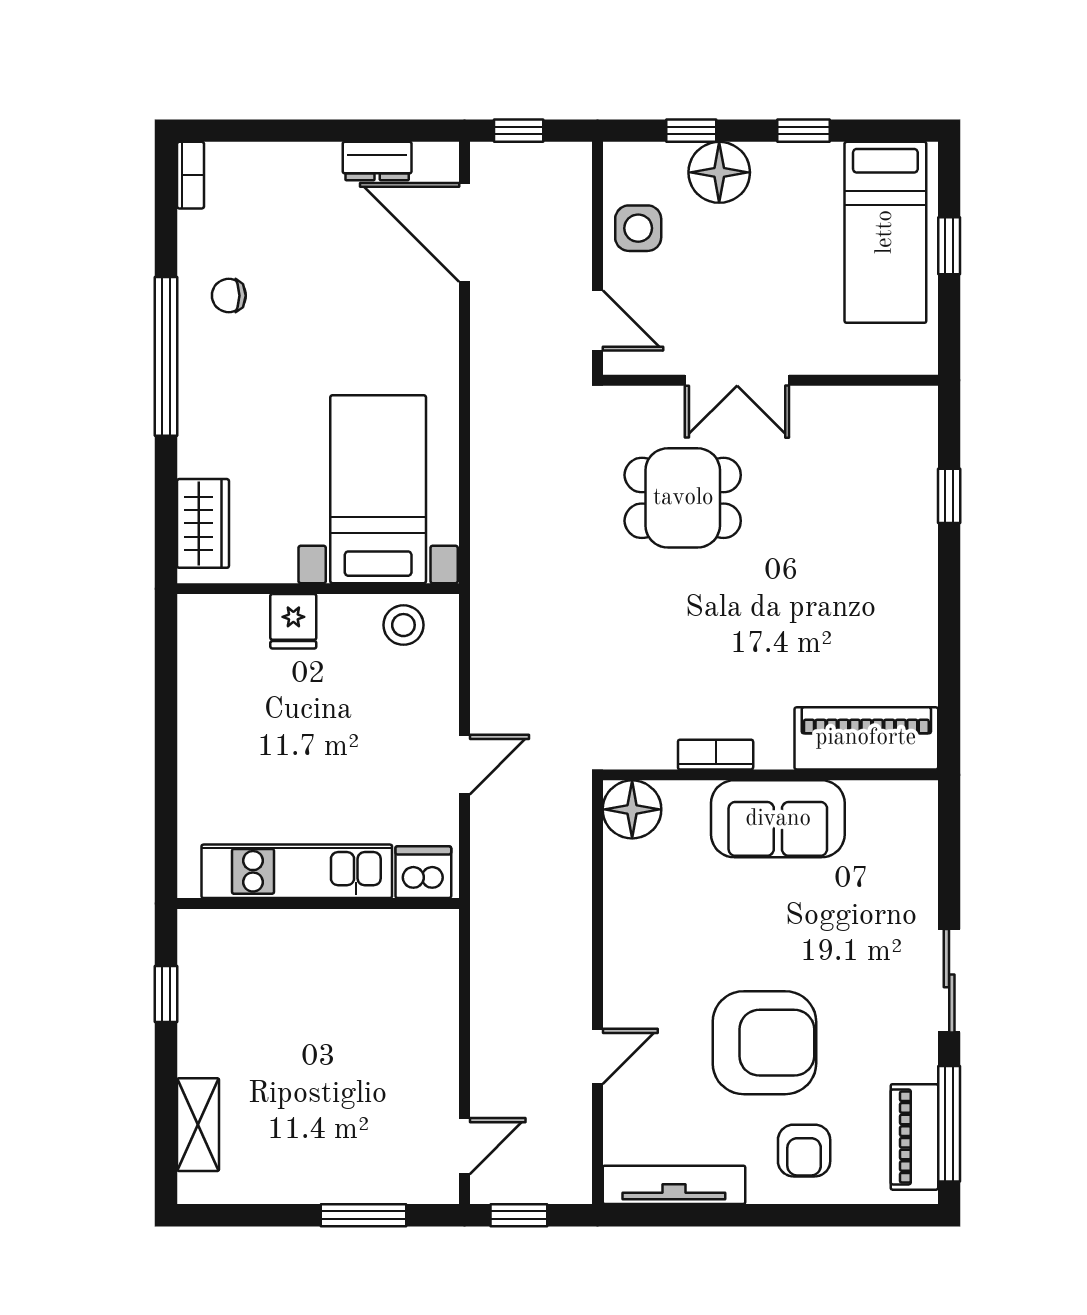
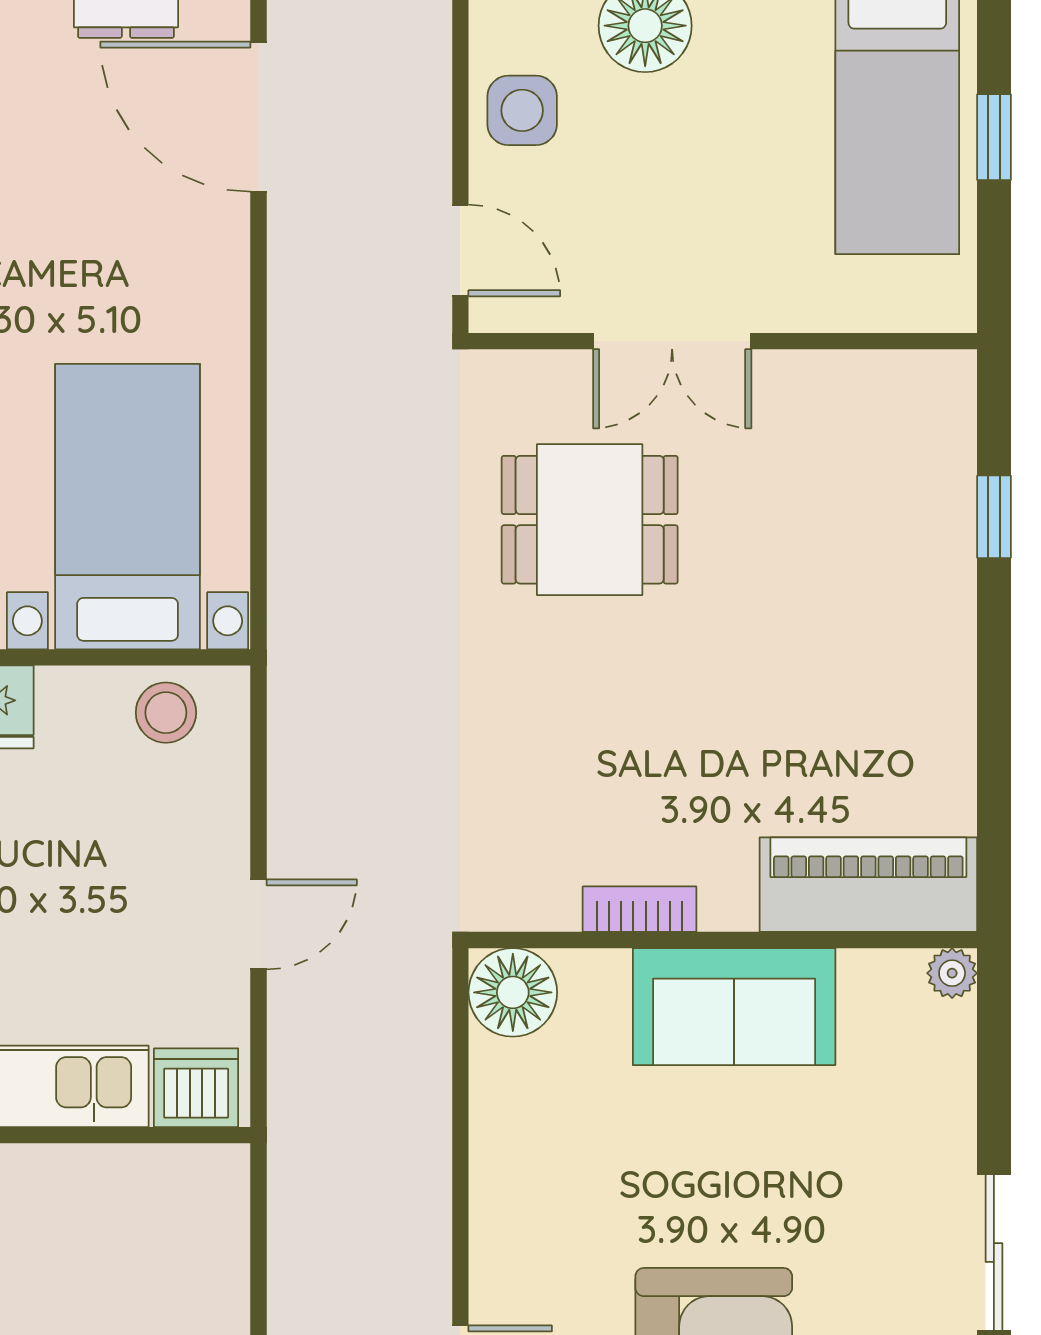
plant: (922, 797) -> (952, 973), added

